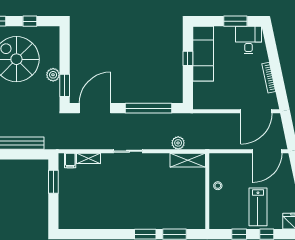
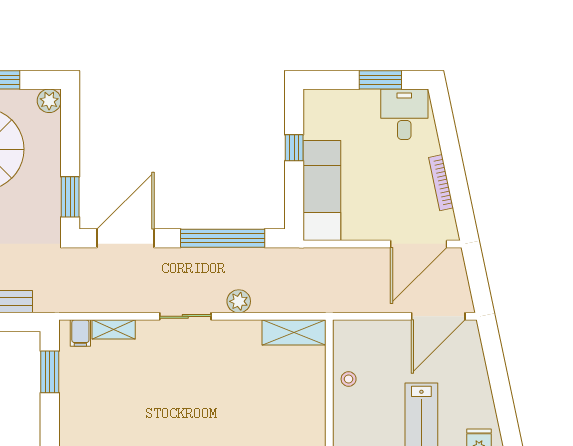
exam couch: (203, 54) -> (322, 190), moved
plant: (53, 75) -> (49, 101), moved
plant: (178, 143) -> (239, 301), moved

